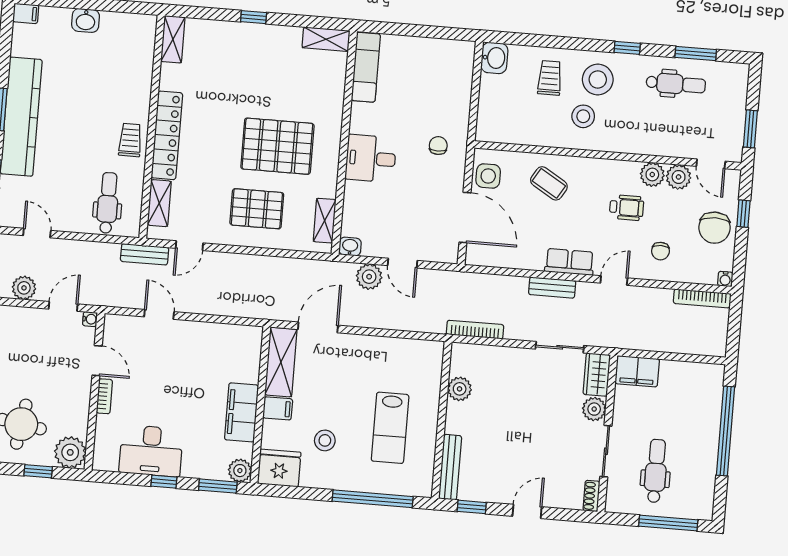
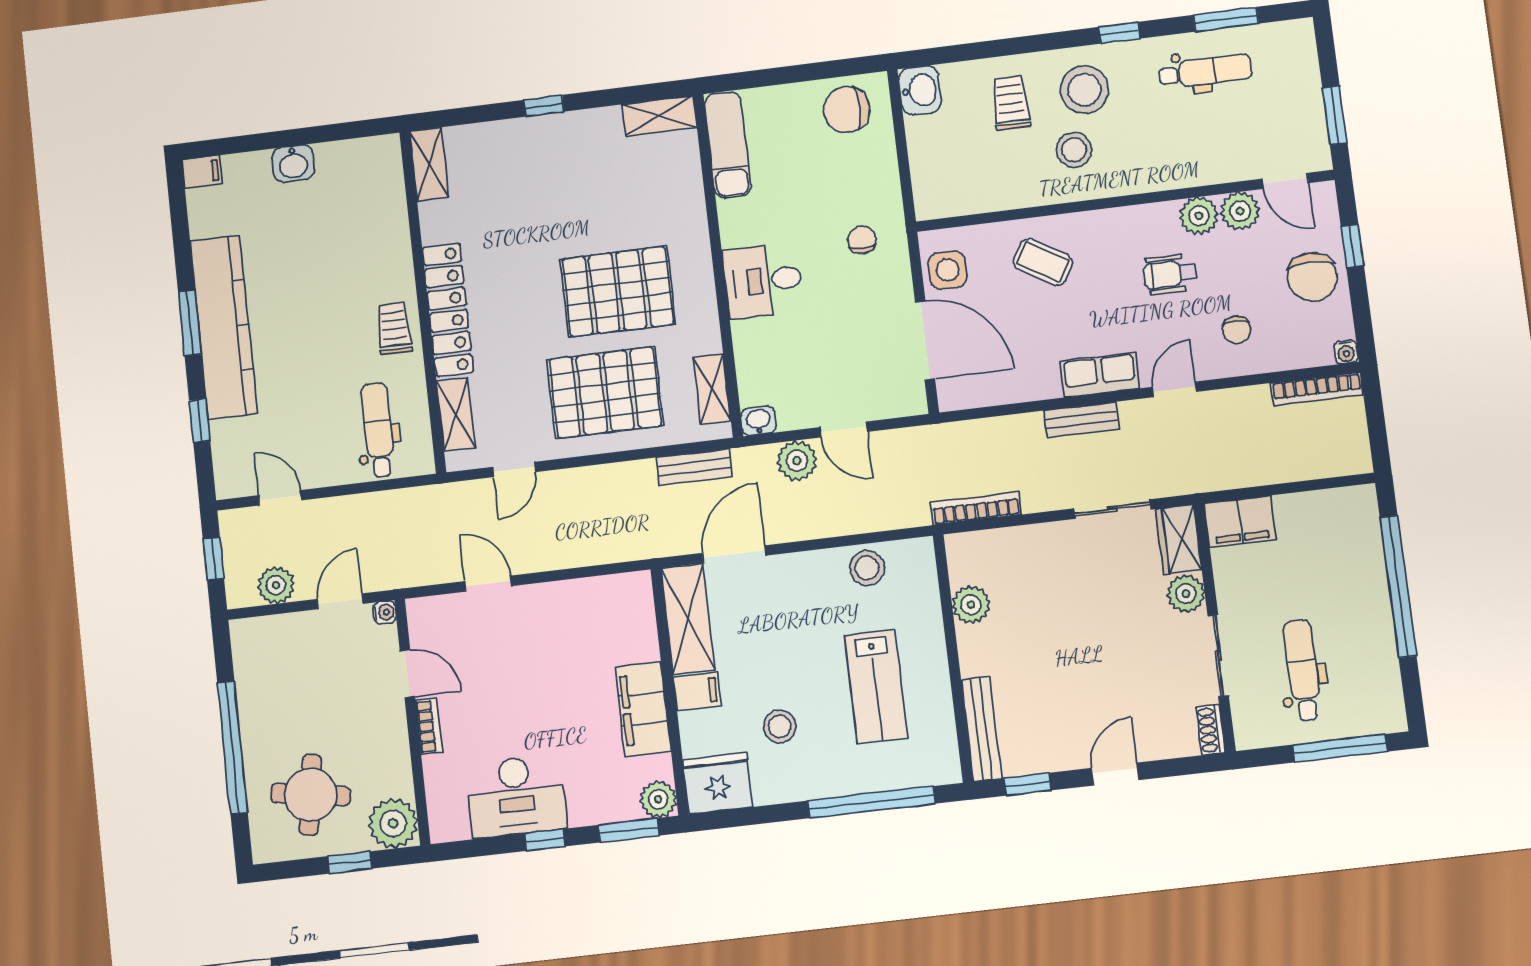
chair: (445, 60) -> (846, 110), added
wheelchair: (627, 208) -> (1170, 274), turned 180
pallet: (257, 209) -> (605, 393), width x1.37, depth x1.41
bench: (145, 254) -> (694, 467), moved
stool: (399, 353) -> (867, 568), added

